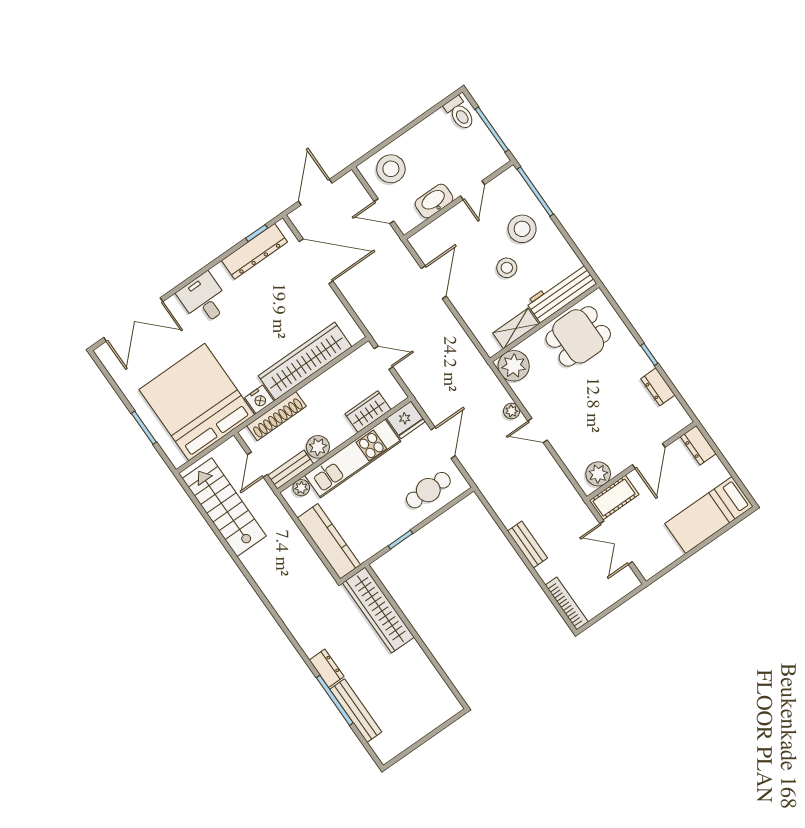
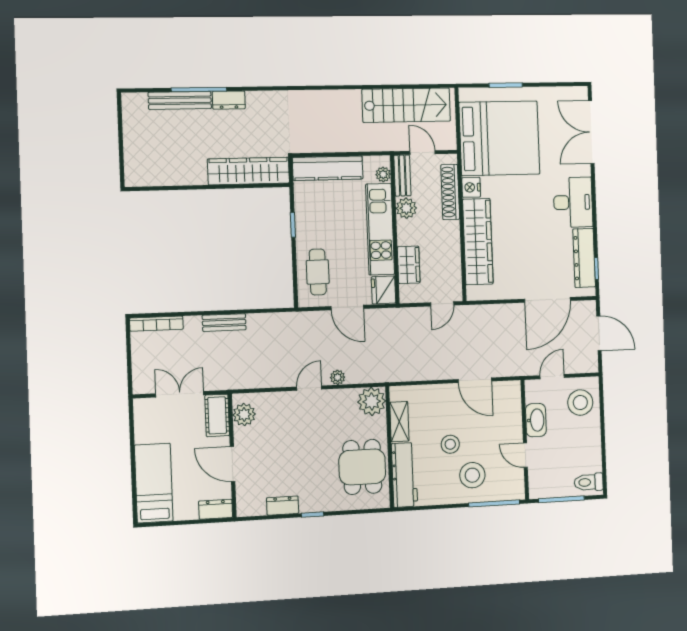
desk: (204, 299) -> (573, 202), width x1.37

